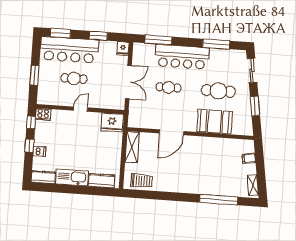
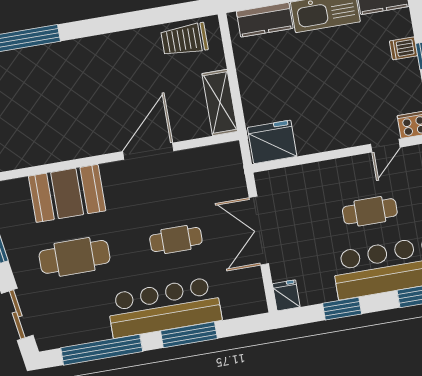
window: (158, 40) -> (189, 335), moved
window: (216, 44) -> (102, 350), width x1.46
door: (80, 109) -> (385, 146), moved

